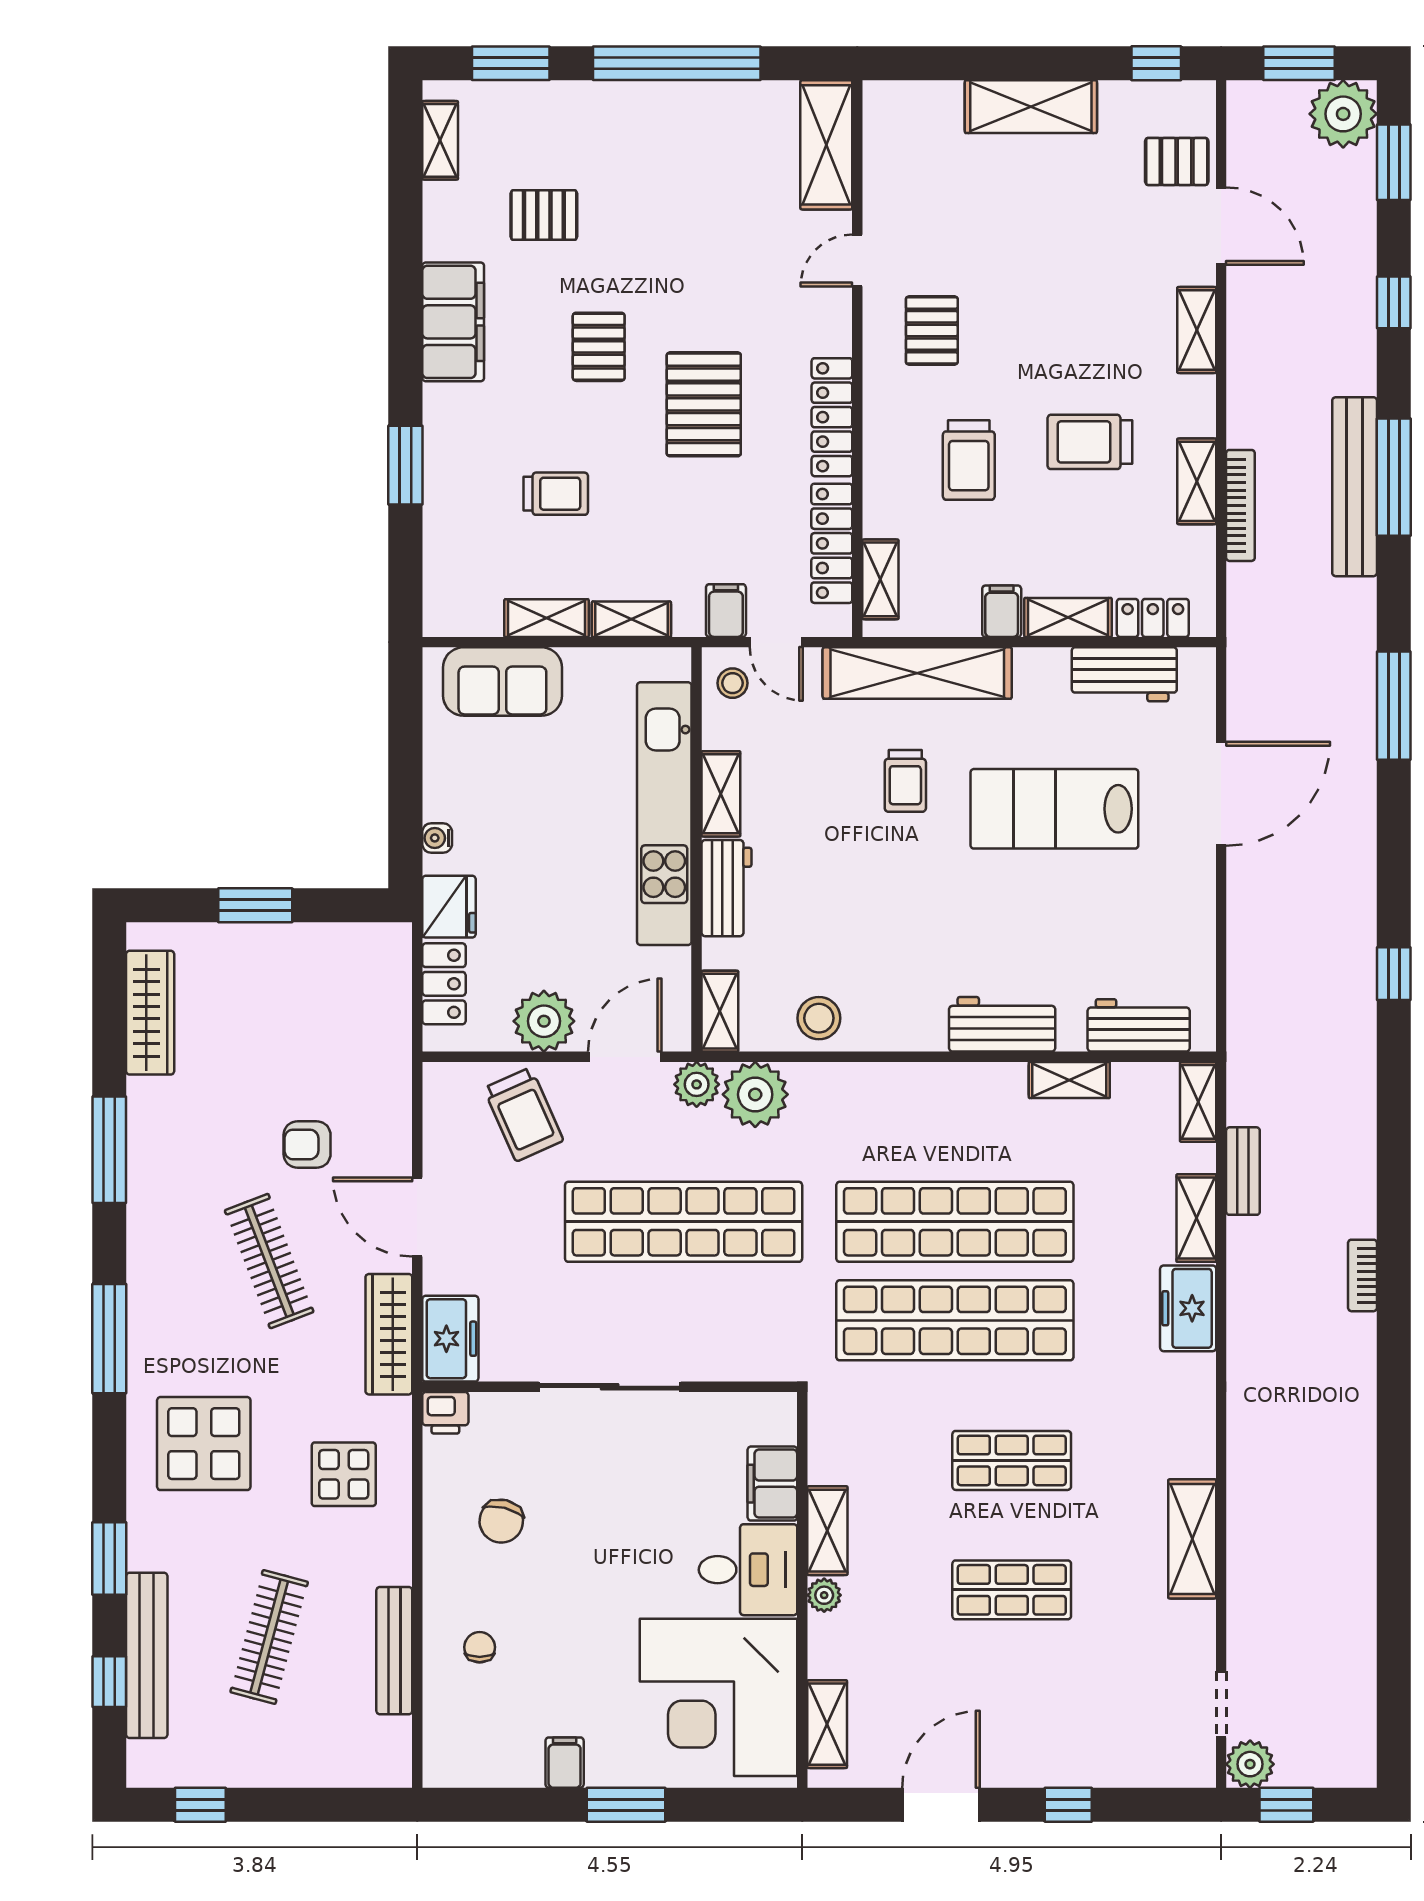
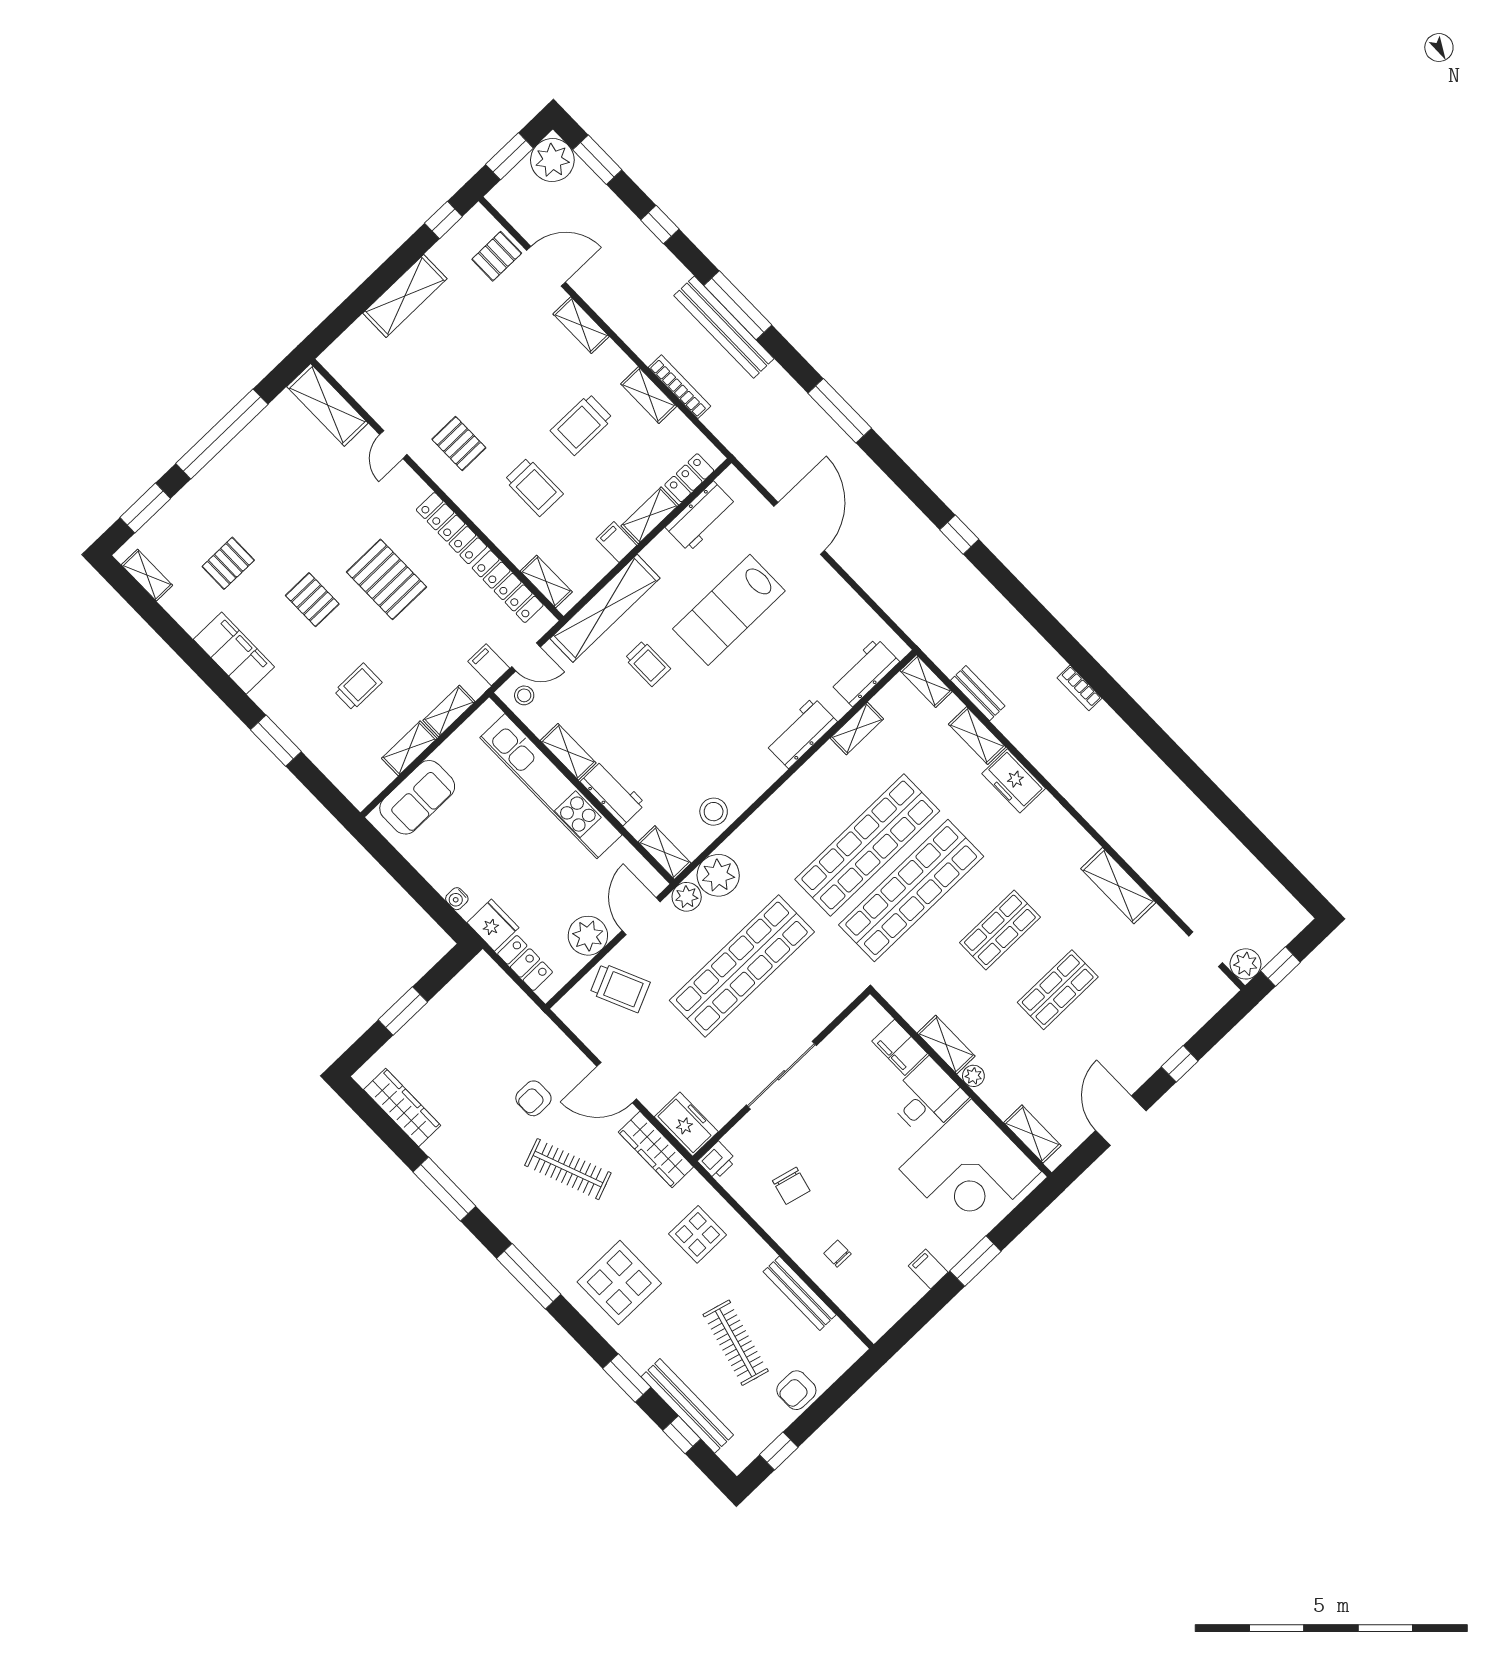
armchair: (286, 1756) -> (796, 1390), added

